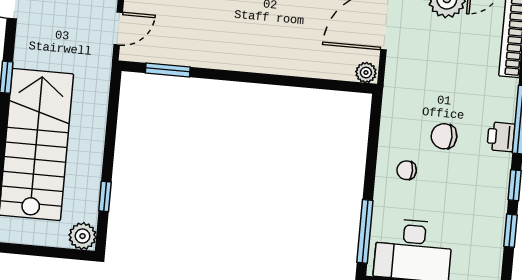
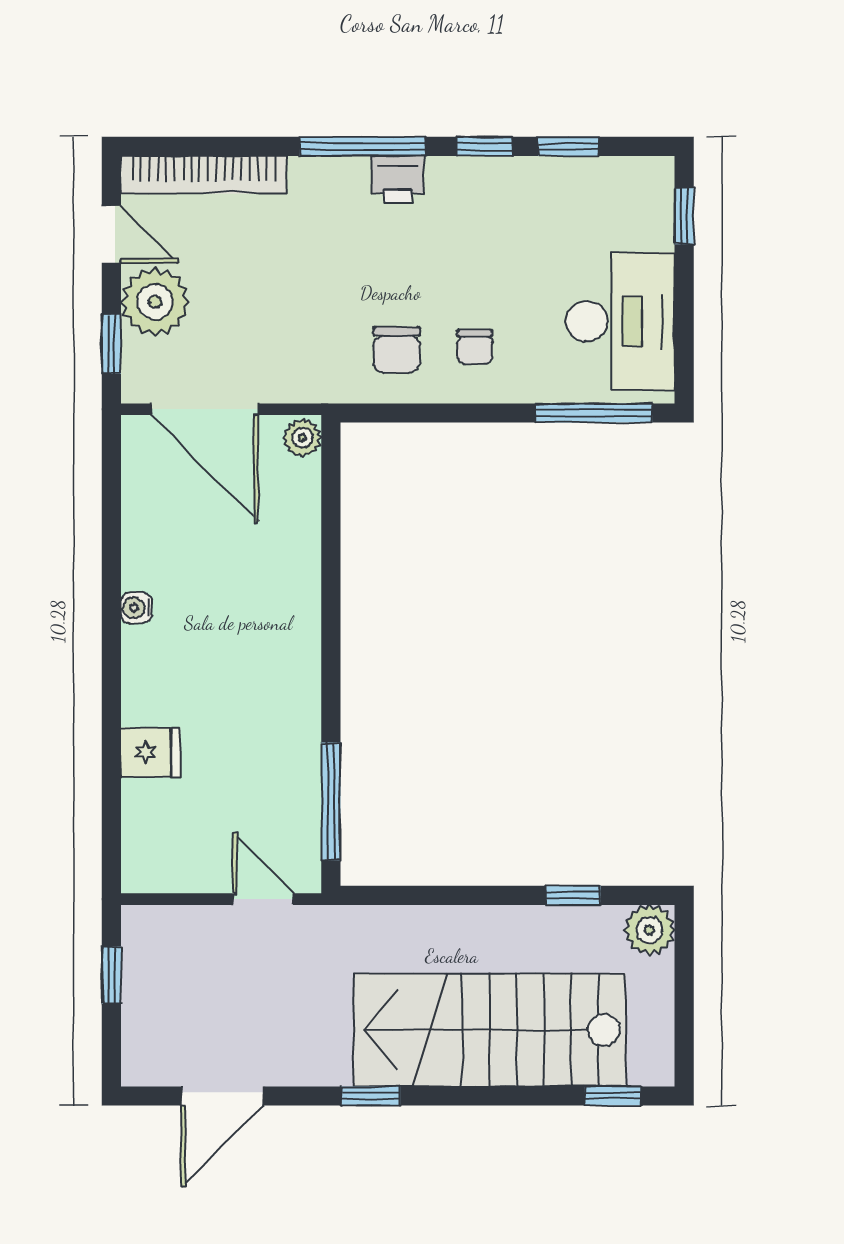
window: (168, 70) -> (331, 801), width x1.44
chair: (444, 136) -> (397, 350), moved

